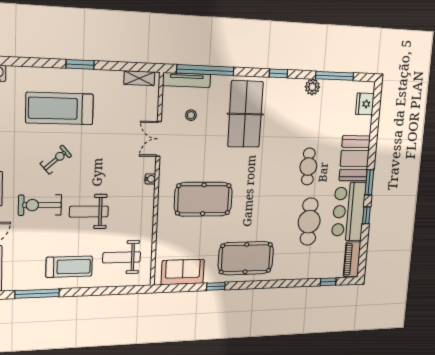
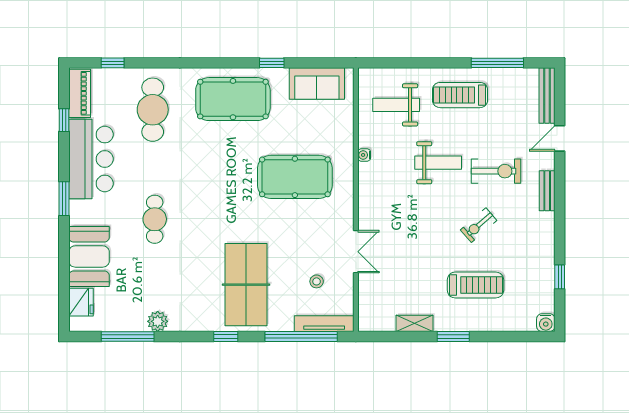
window: (278, 73) -> (226, 337), moved
shelving: (139, 78) -> (414, 323), moved
treadmill: (60, 108) -> (475, 285), width x0.73, depth x0.73
booth: (355, 158) -> (89, 256), moved
water cooler: (150, 179) -> (364, 155), moved
window: (366, 215) -> (64, 120), moved
cafe table: (309, 222) -> (153, 110), moved
weight bench: (122, 257) -> (396, 105), turned 180

